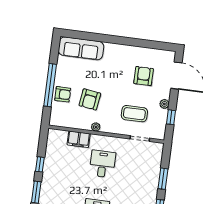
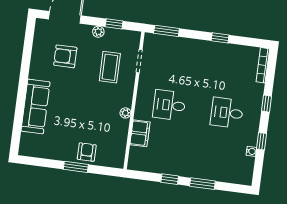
sofa: (81, 48) -> (36, 106), moved
window: (50, 85) -> (76, 167), width x0.47
armchair: (90, 99) -> (93, 120), removed
window: (163, 179) -> (166, 31), moved

